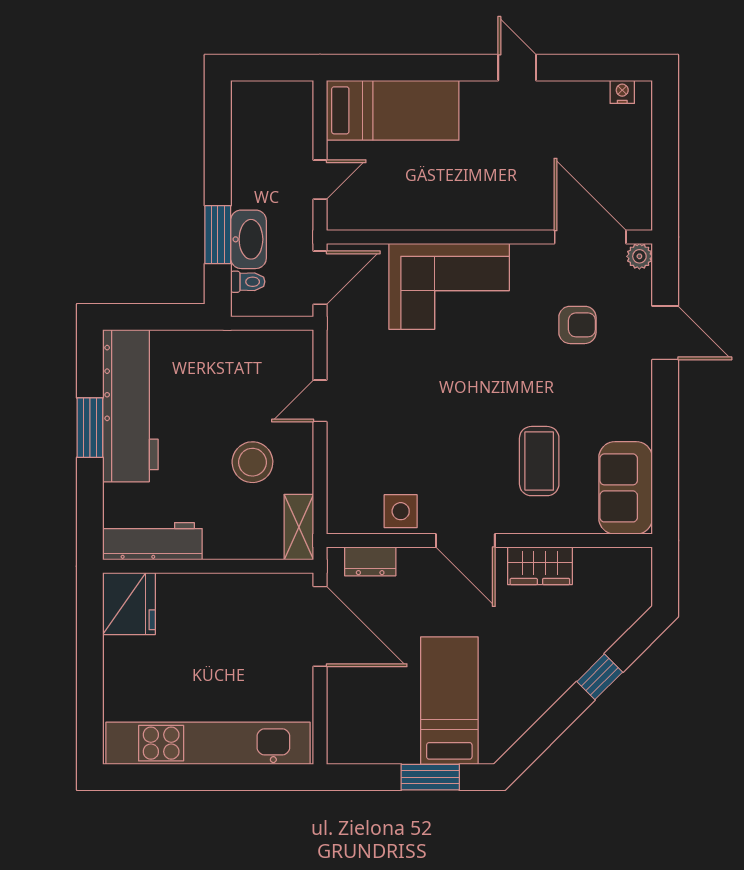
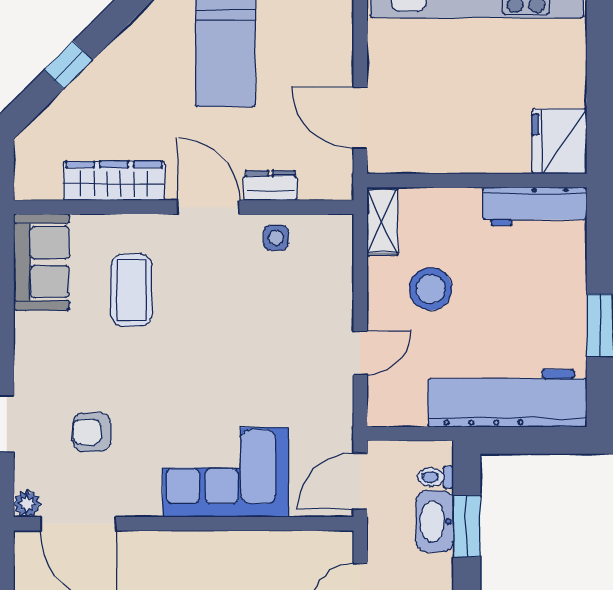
workbench: (130, 406) -> (507, 398), moved, turned 90
side table: (401, 511) -> (276, 238), width x0.73, depth x0.73
dresser: (370, 561) -> (270, 185), moved
wardrobe: (540, 566) -> (114, 181), width x1.50
door: (320, 626) -> (360, 118), width x0.73

